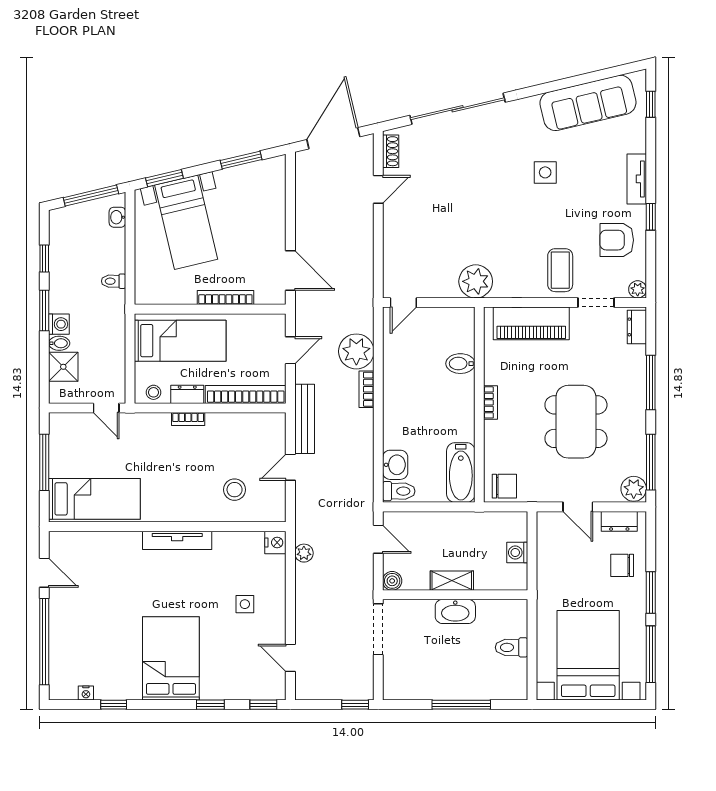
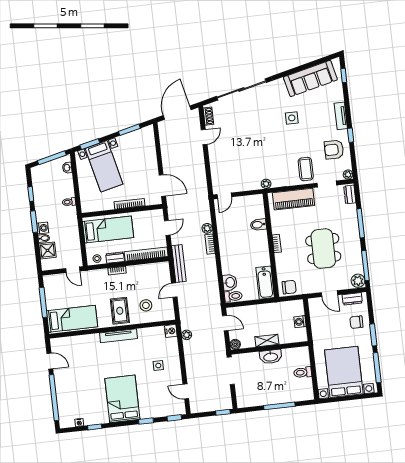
plant: (476, 281) -> (266, 184), width x0.53, depth x0.53
plant: (356, 351) -> (207, 228), width x0.53, depth x0.53
rug: (185, 494) -> (120, 311), added

